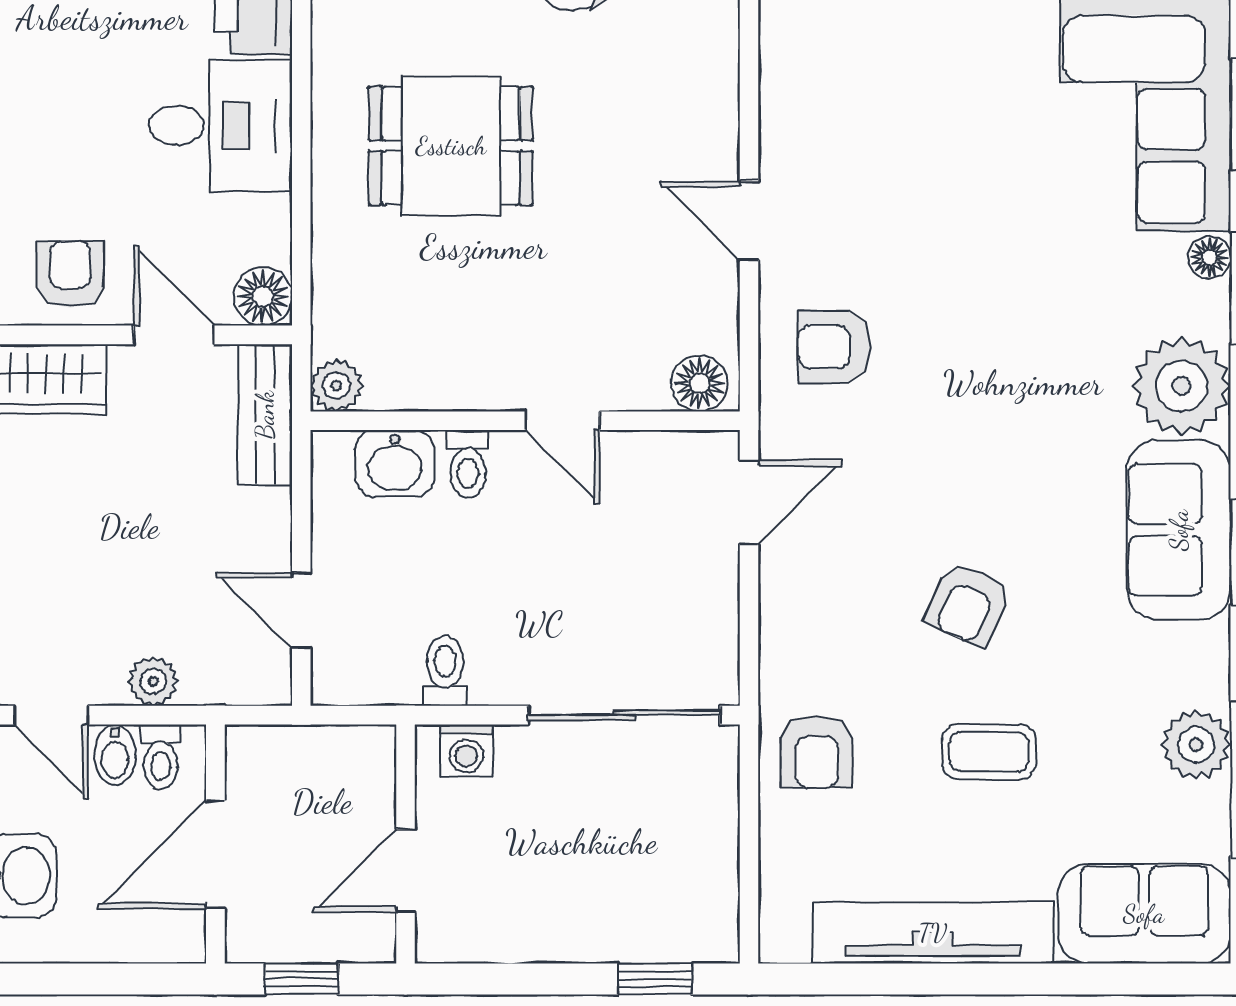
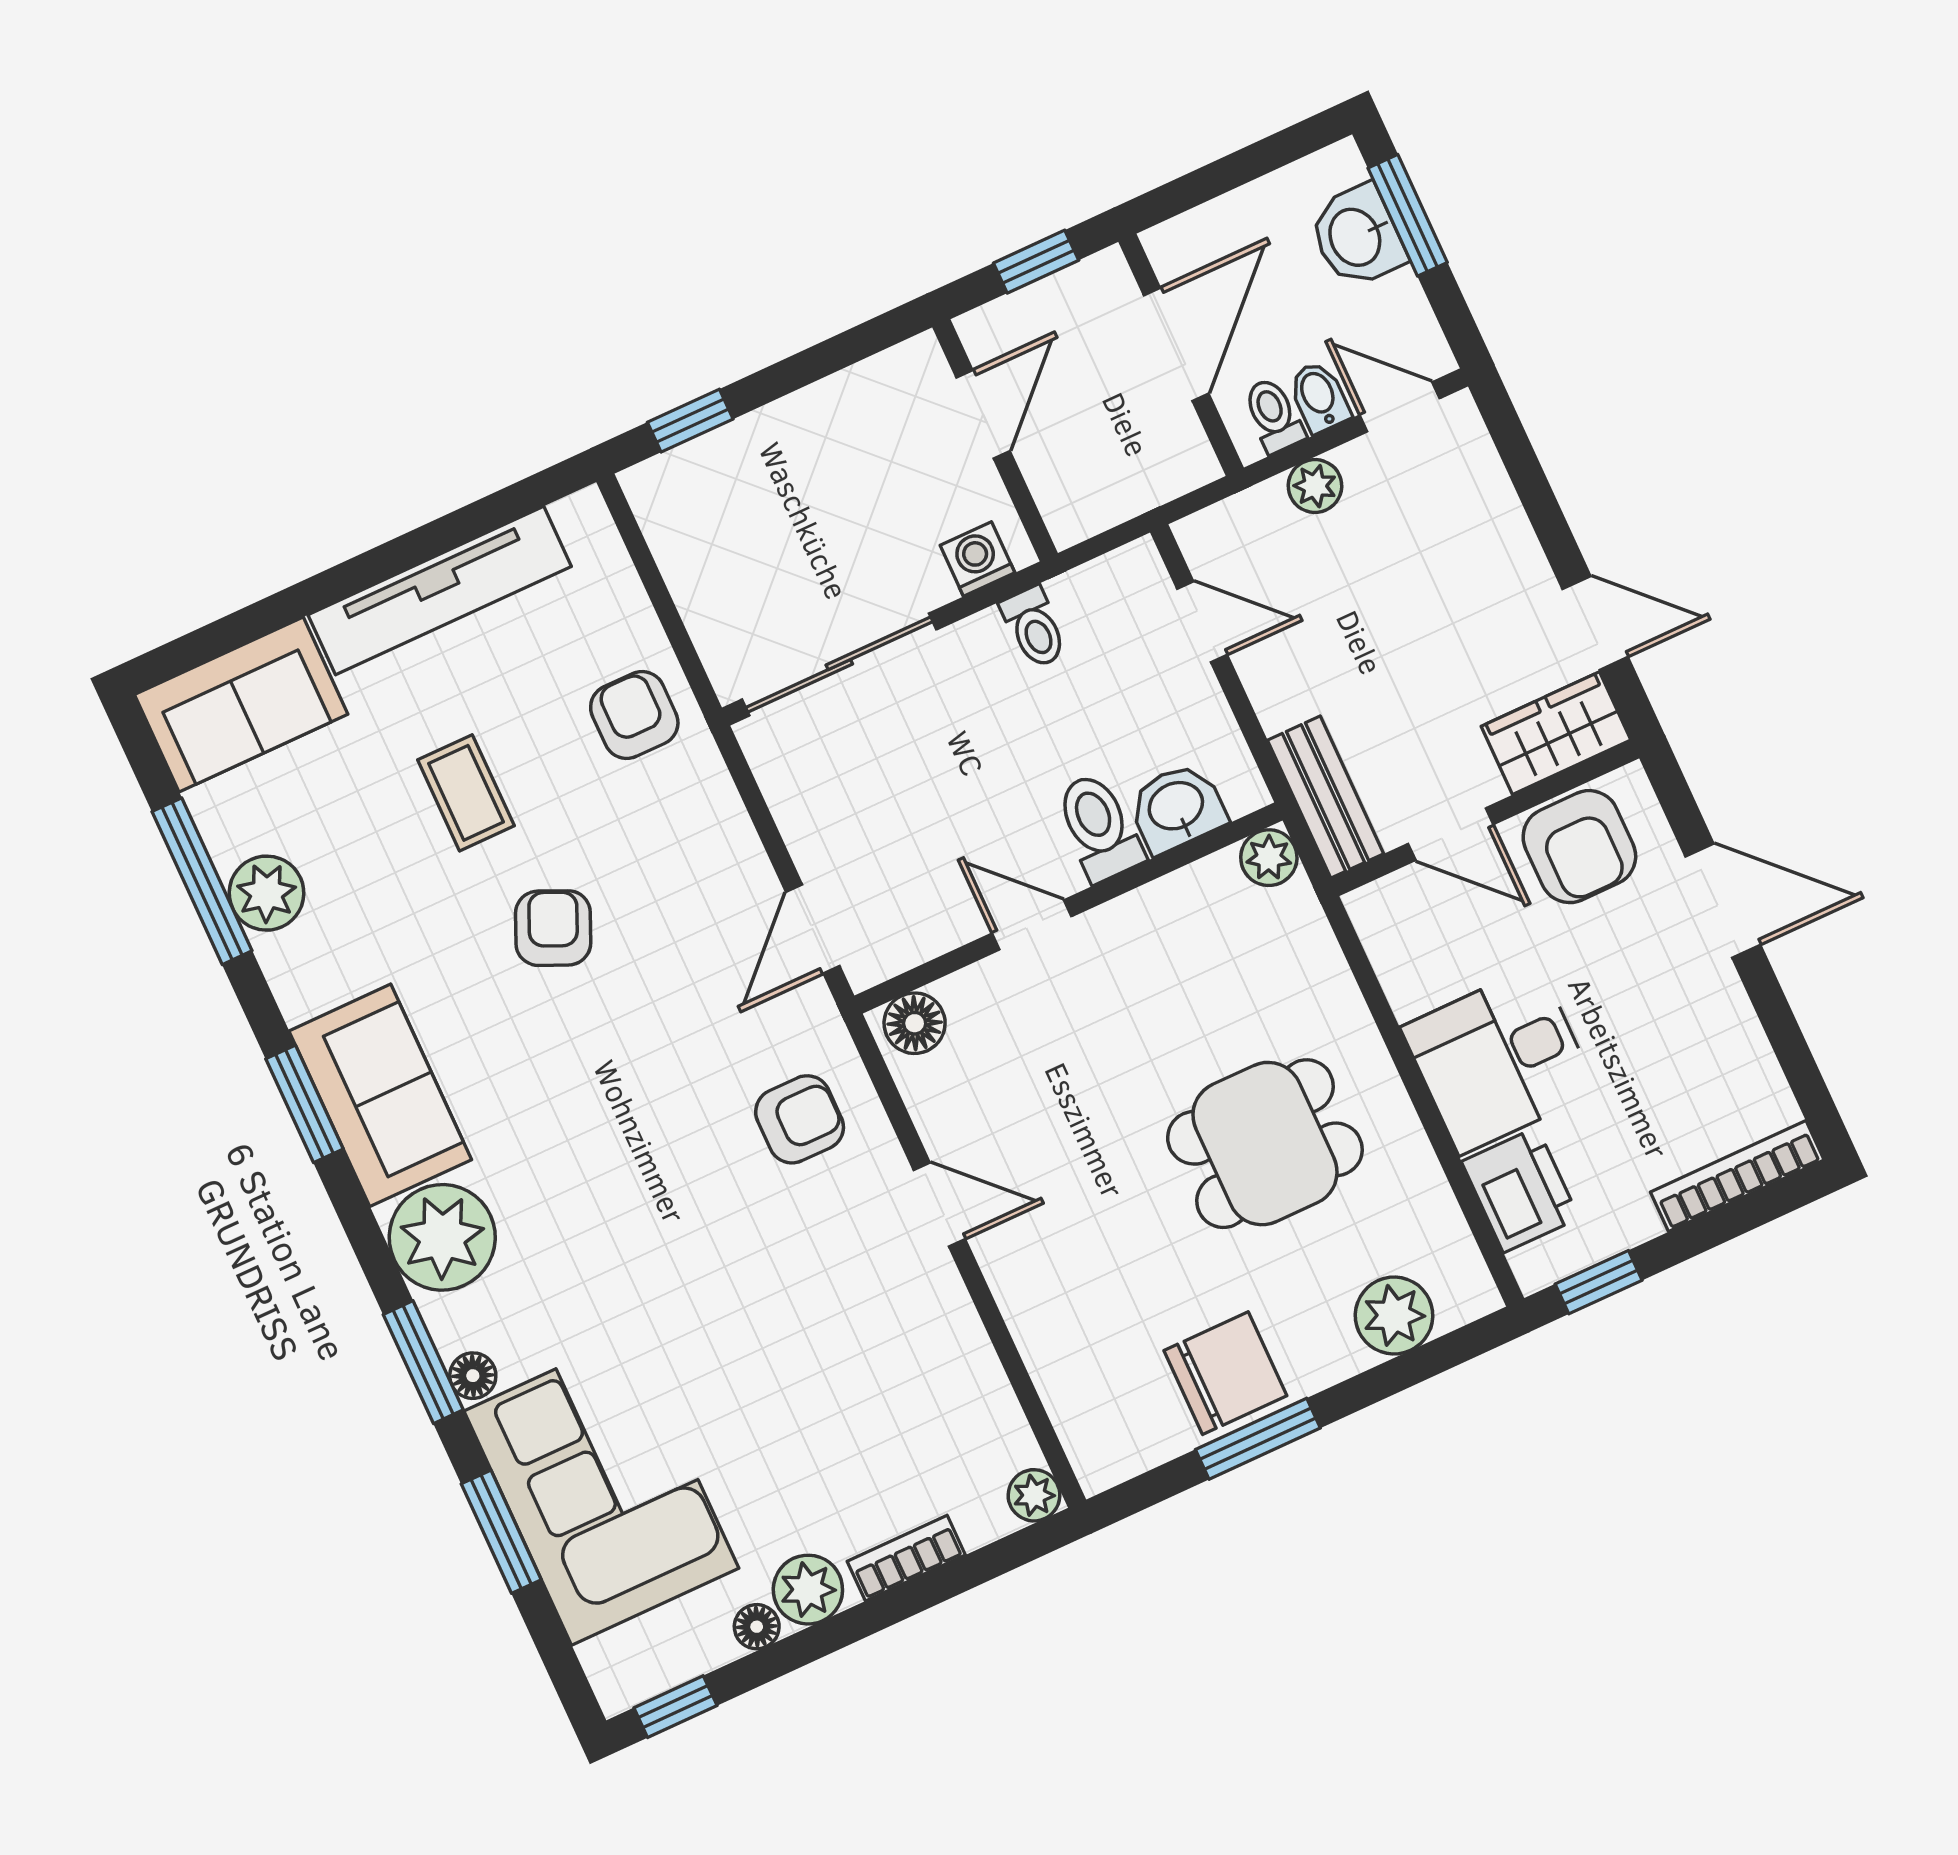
armchair: (70, 274) -> (1579, 847), width x1.38, depth x1.38
floor lamp: (263, 296) -> (1381, 912), removed
toilet: (468, 464) -> (1099, 827), width x1.37, depth x1.39
coffee table: (989, 752) -> (466, 793), turned 90

